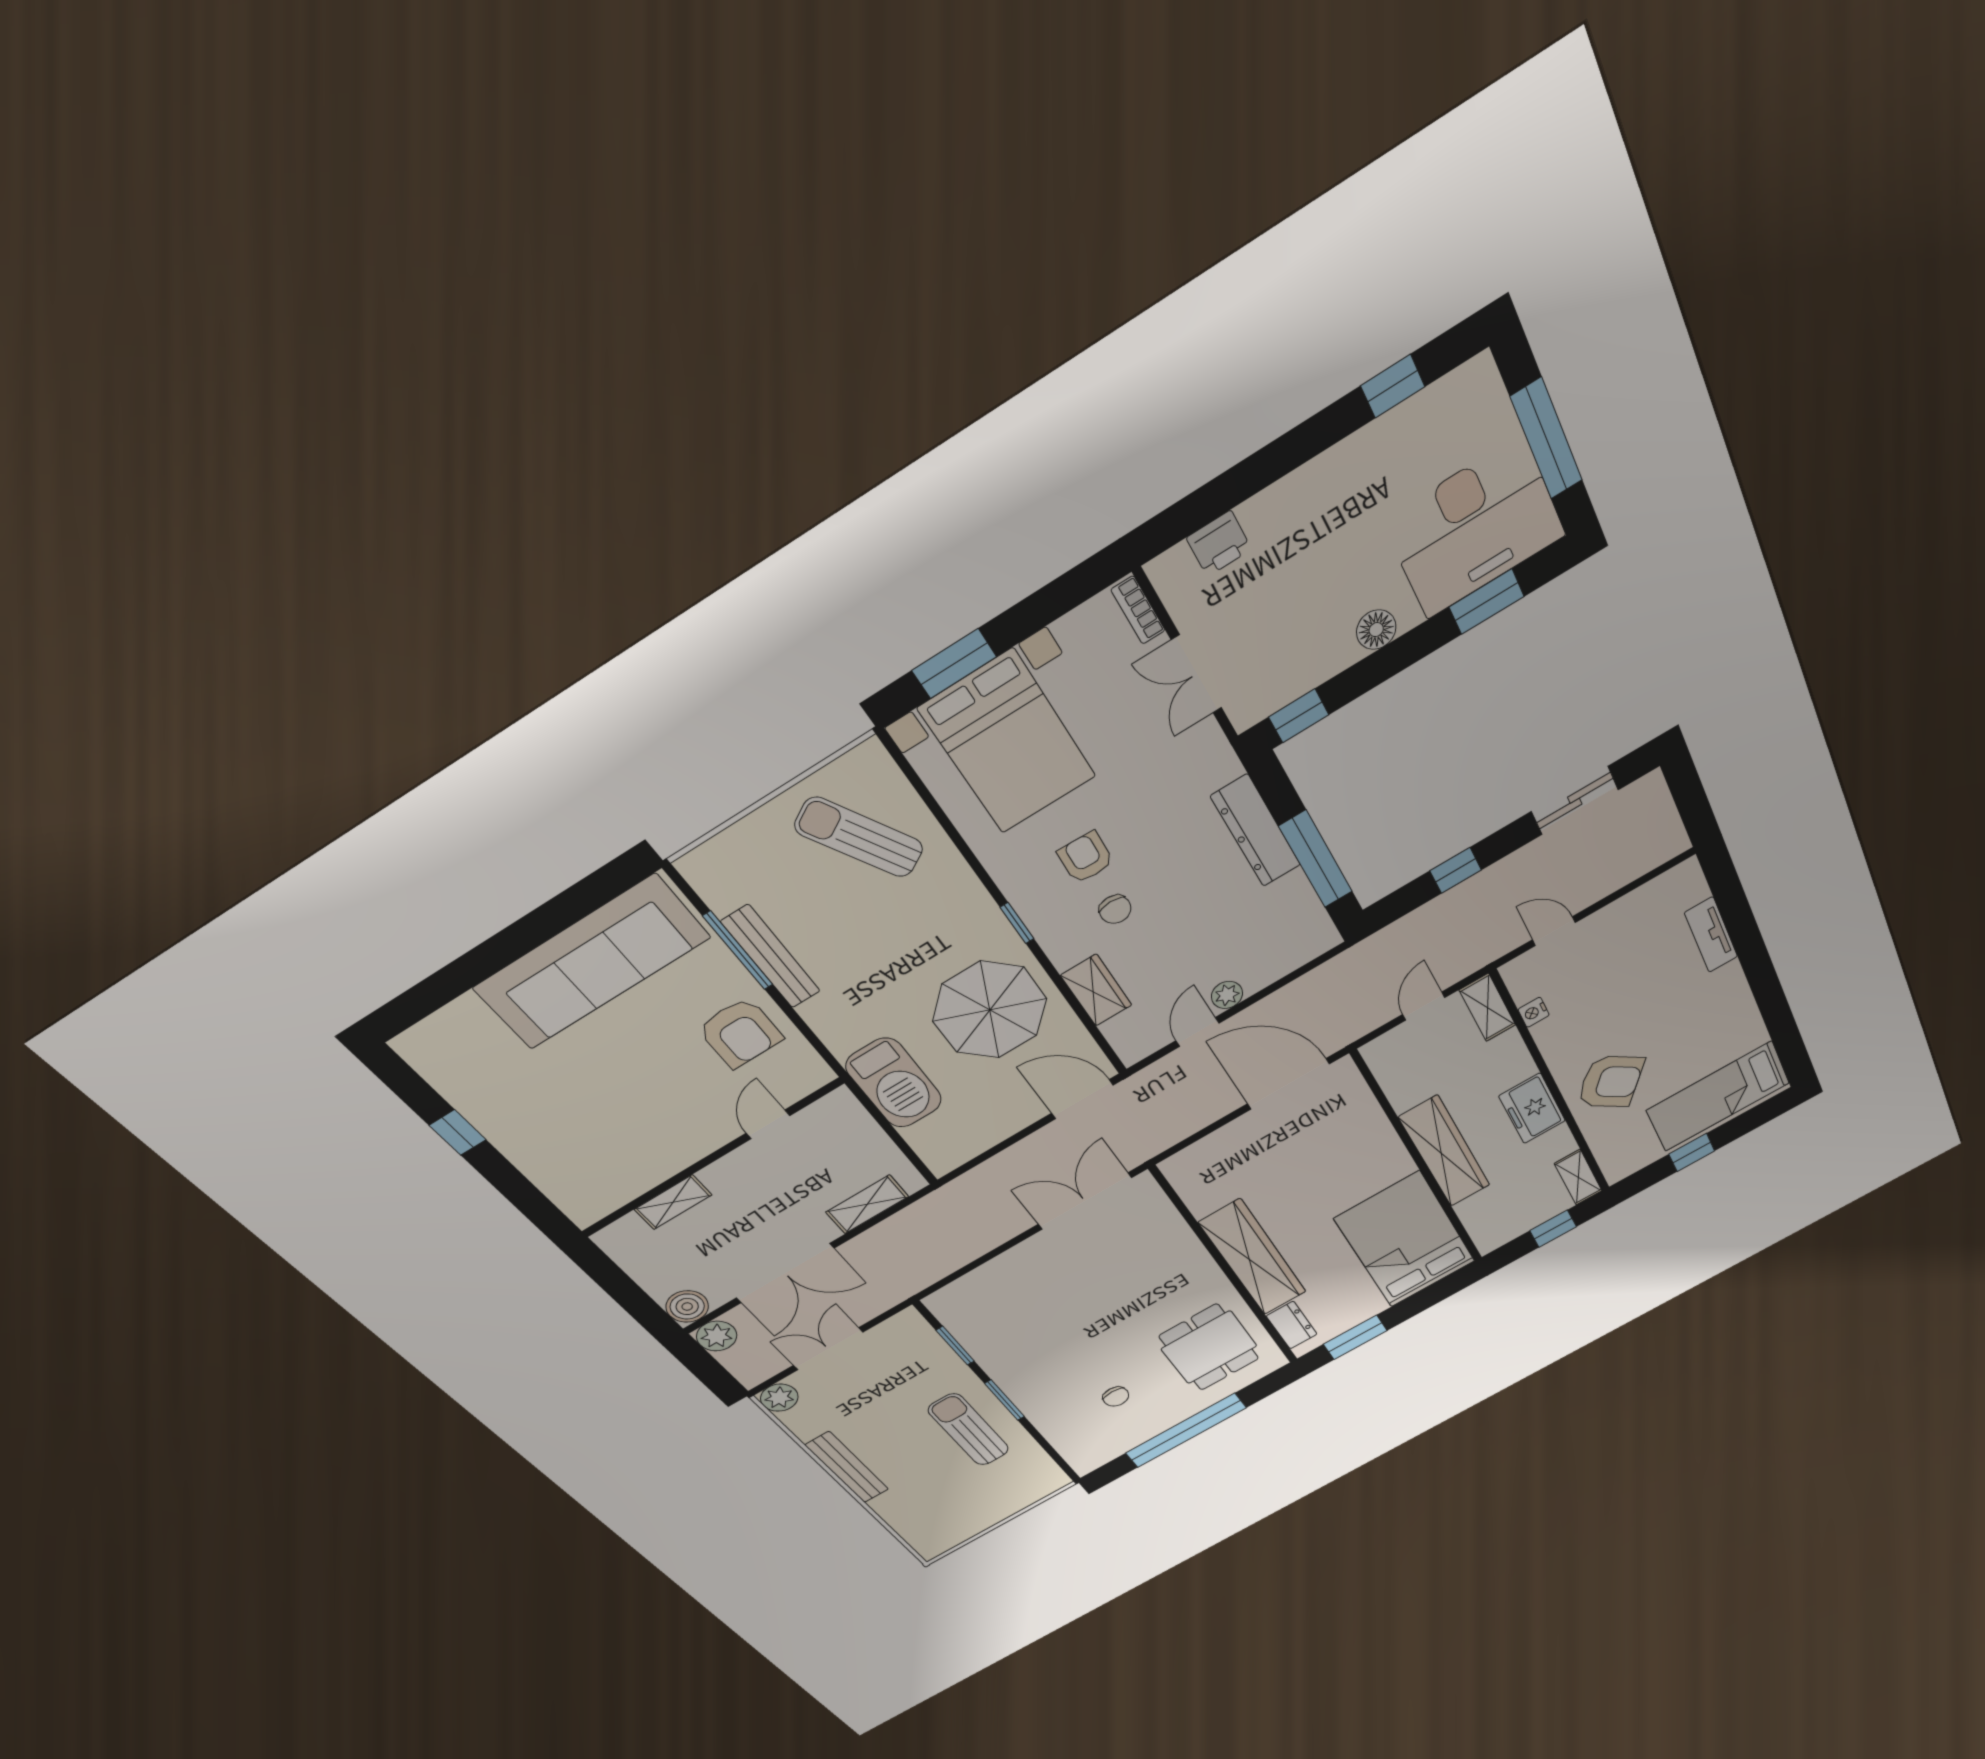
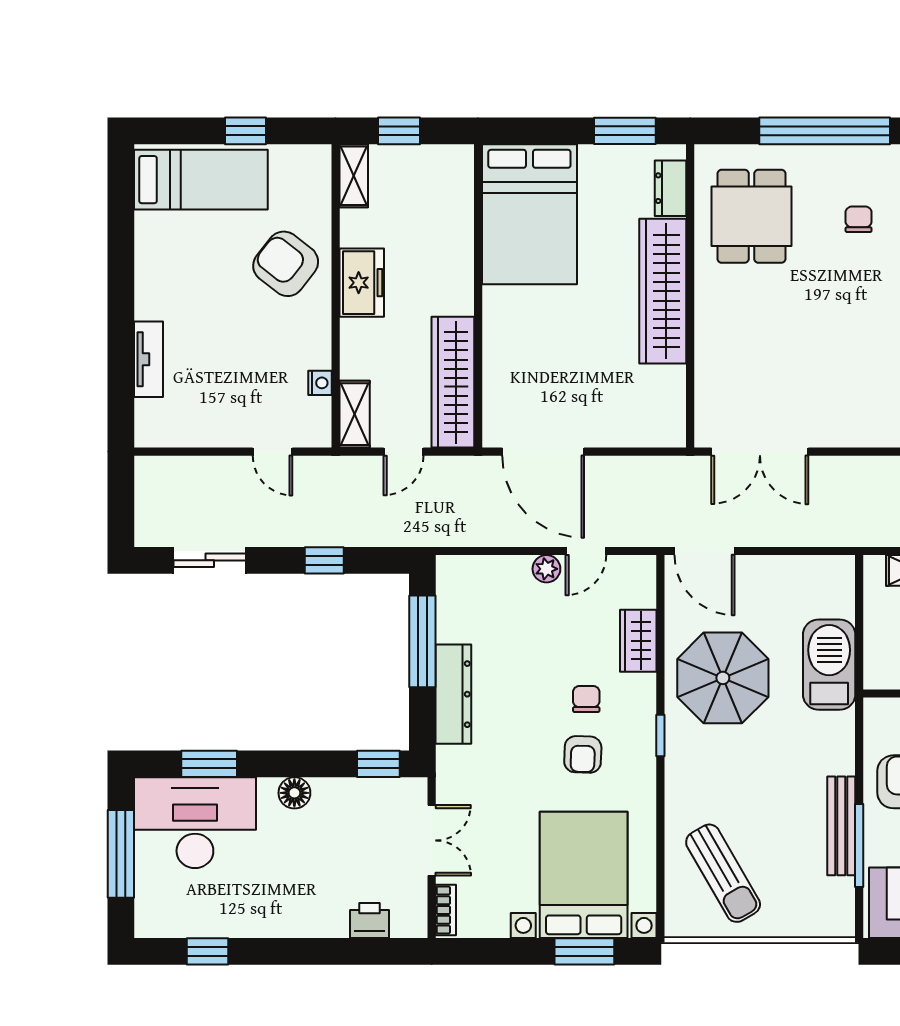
wardrobe: (1445, 1151) -> (453, 382), moved

